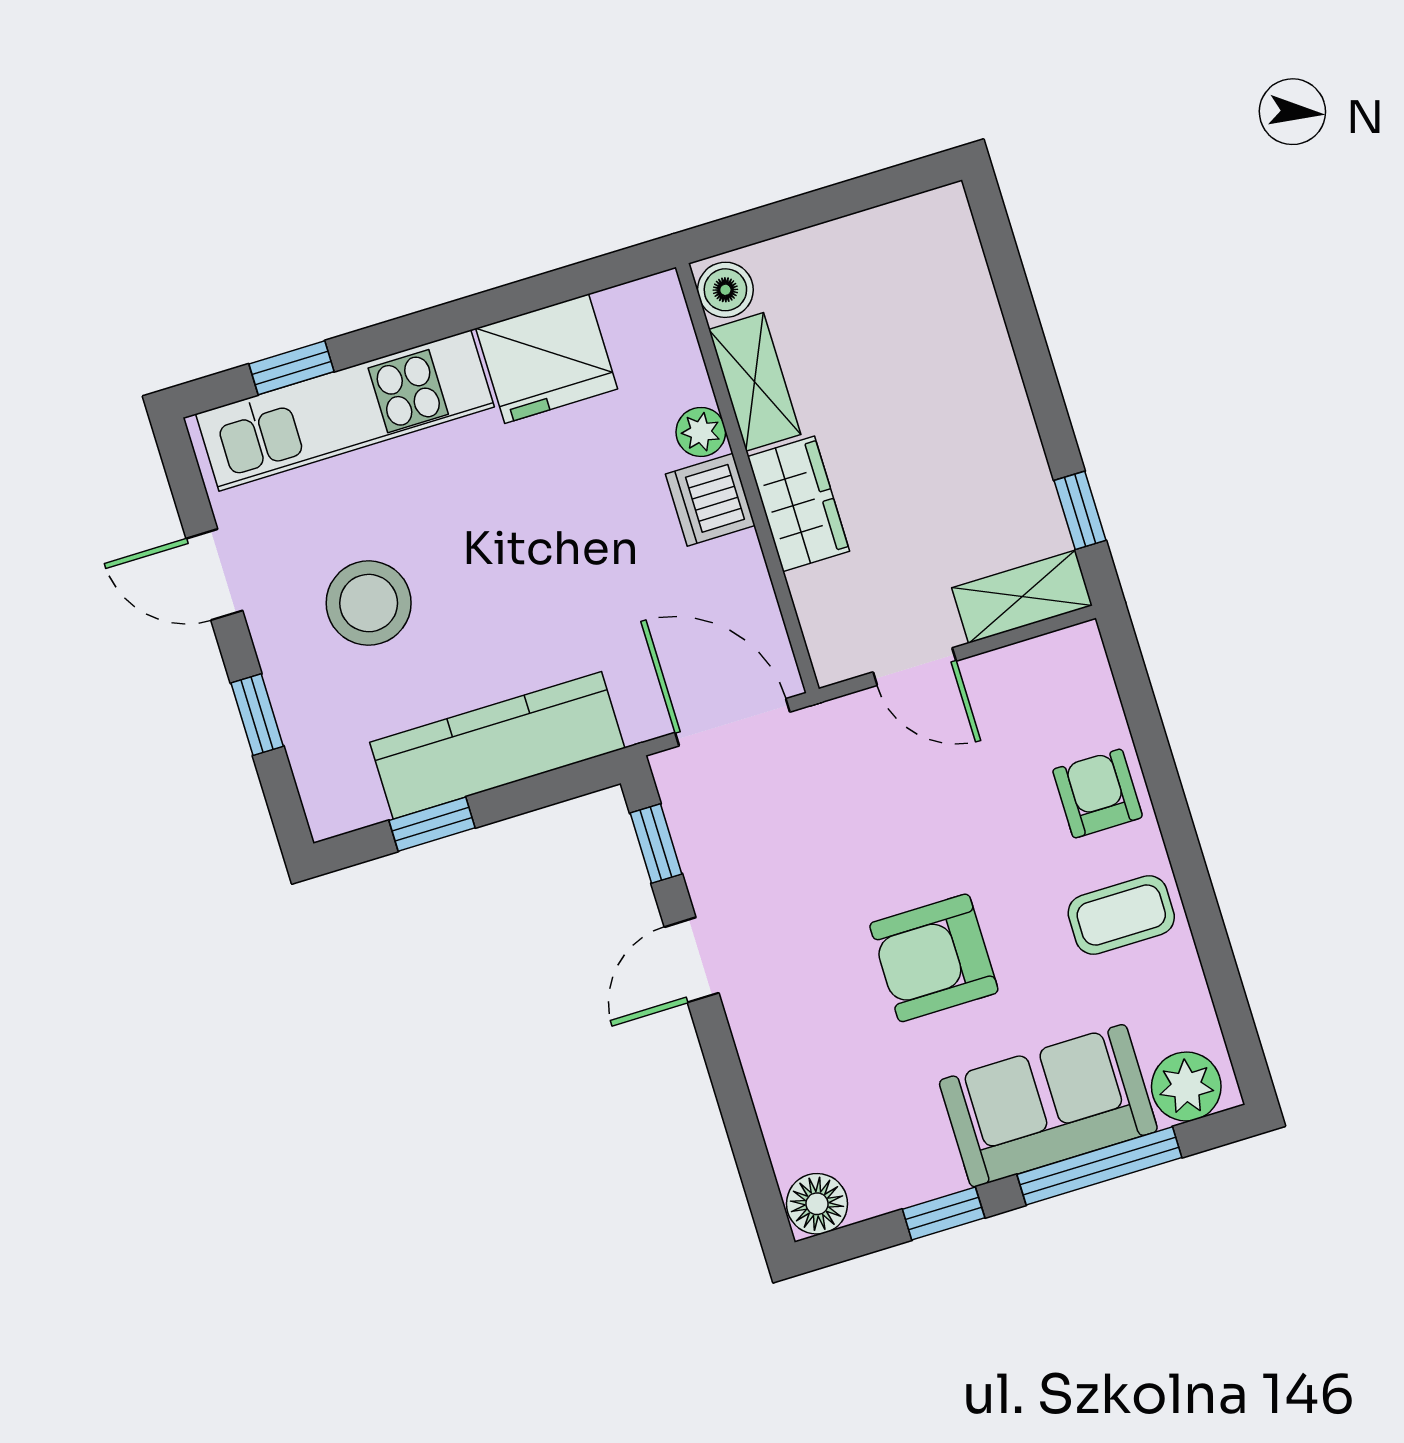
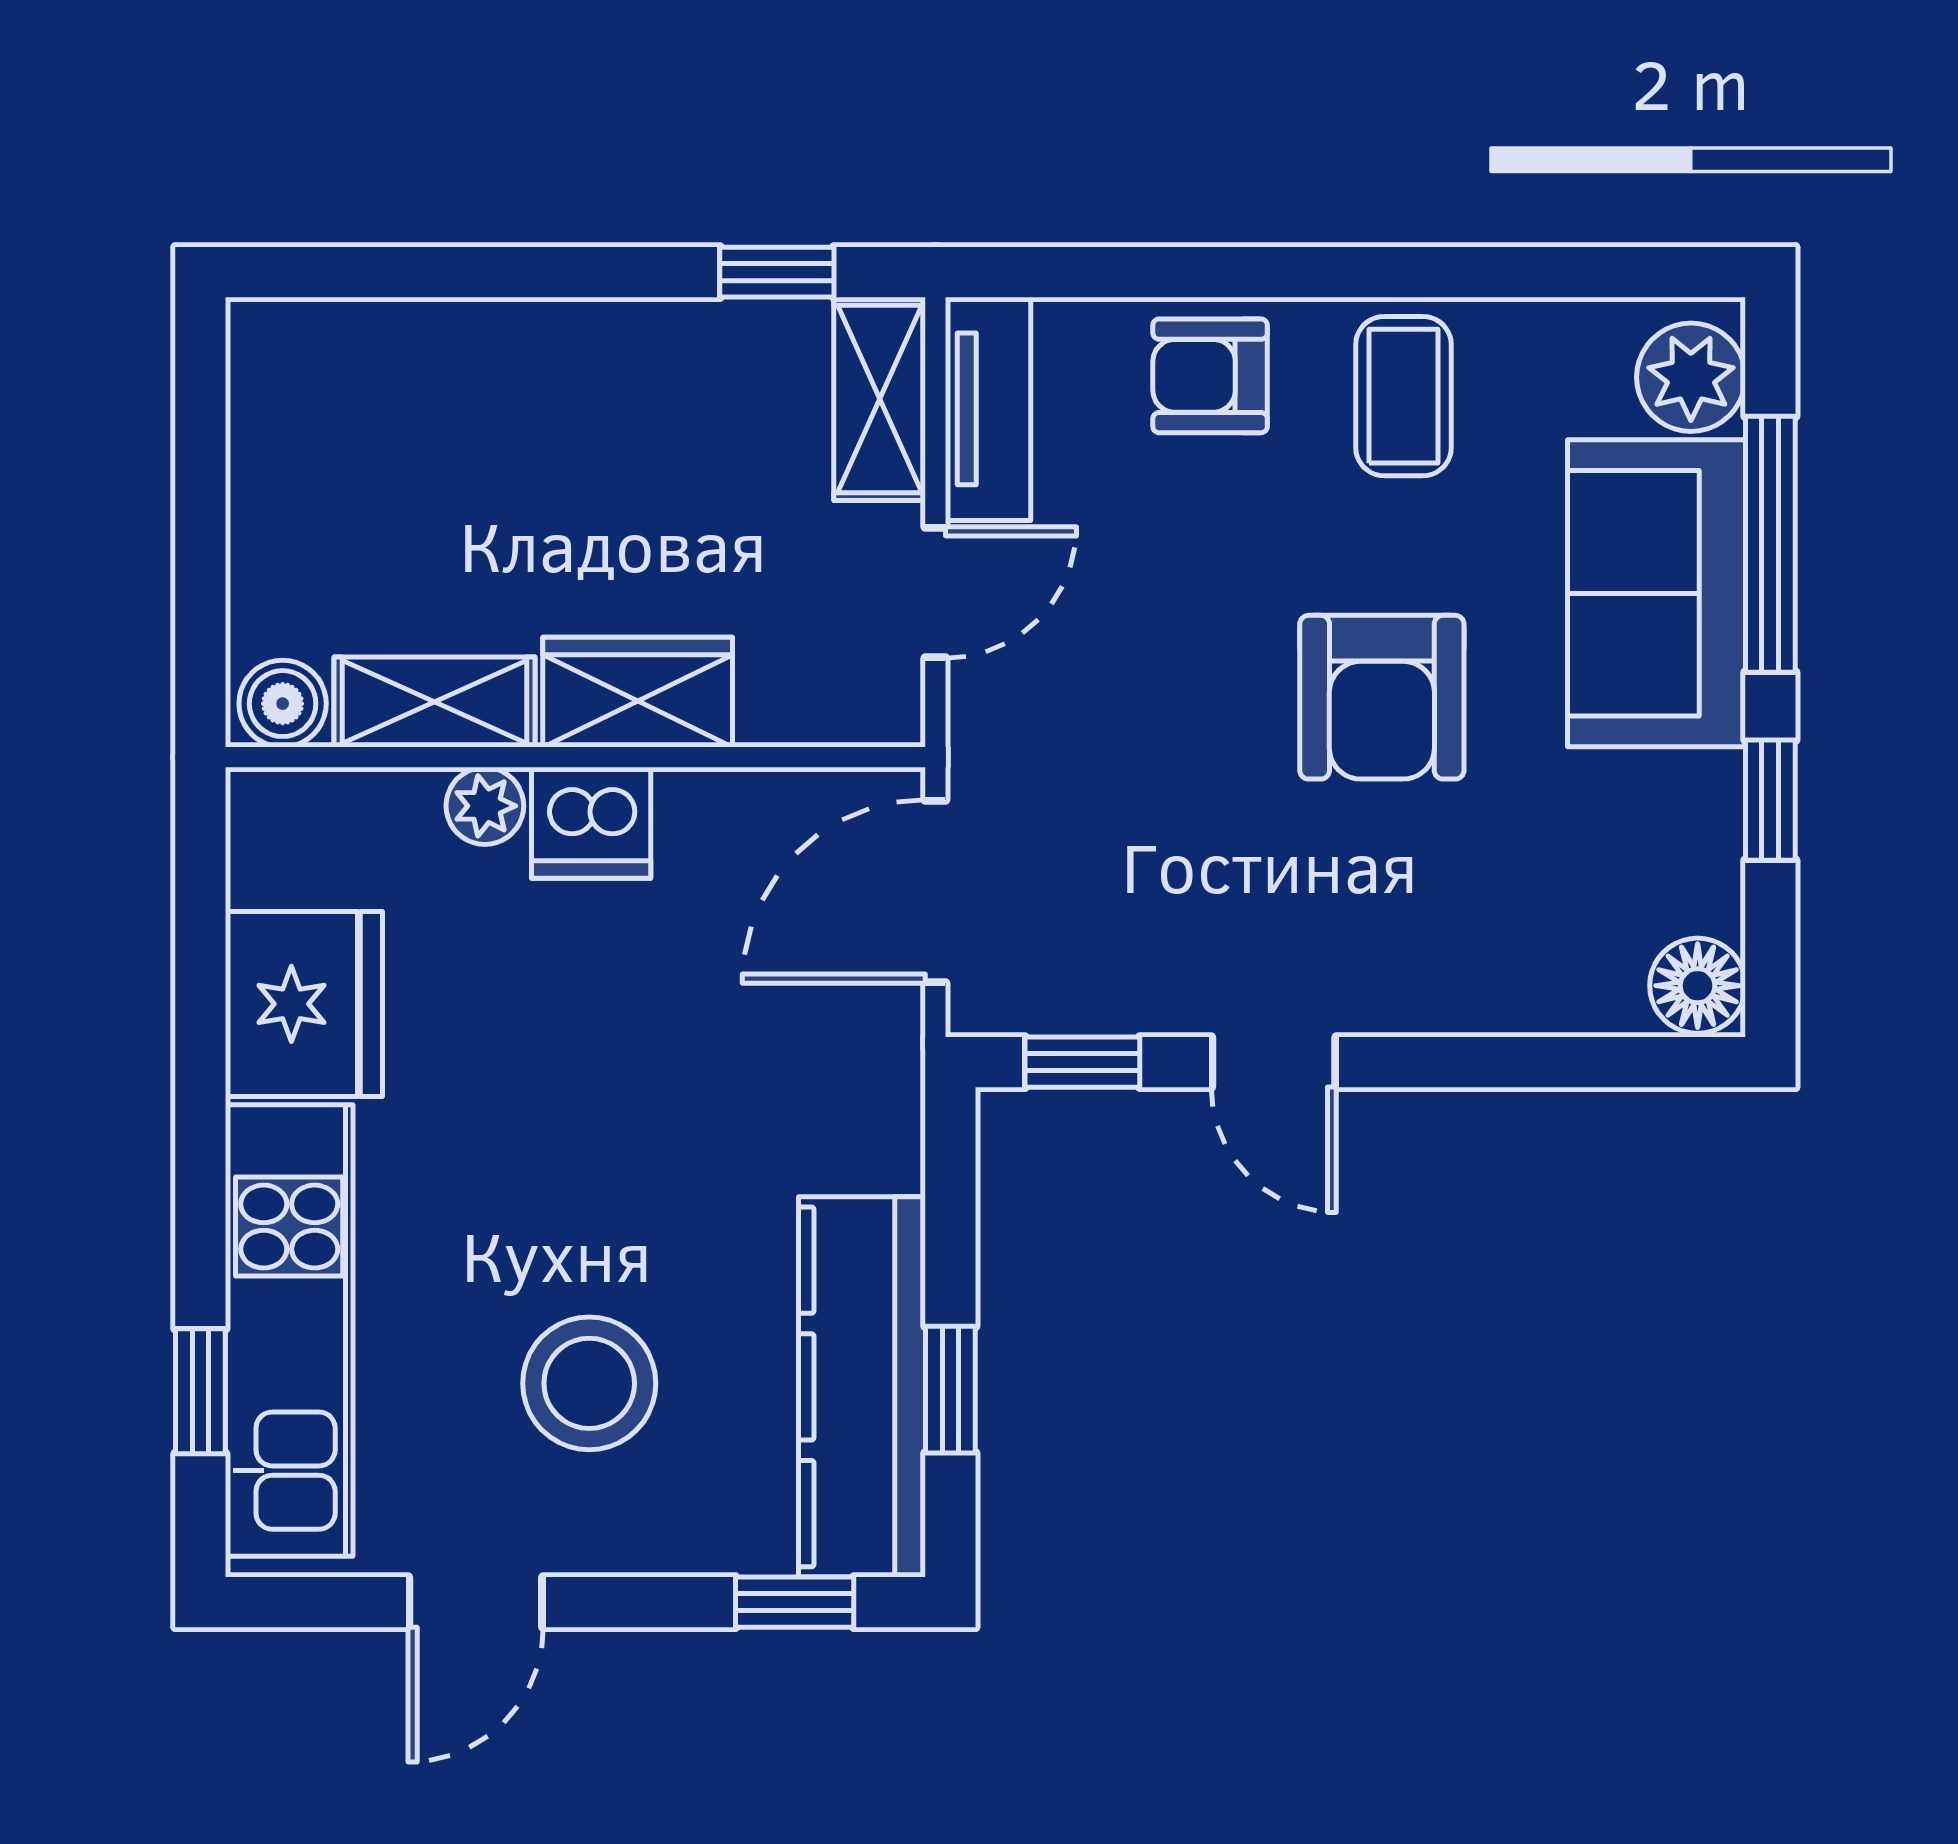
tv unit: (1036, 664) -> (988, 409), added
window: (257, 715) -> (795, 1602), moved
kitchen counter: (497, 745) -> (862, 1387), moved

